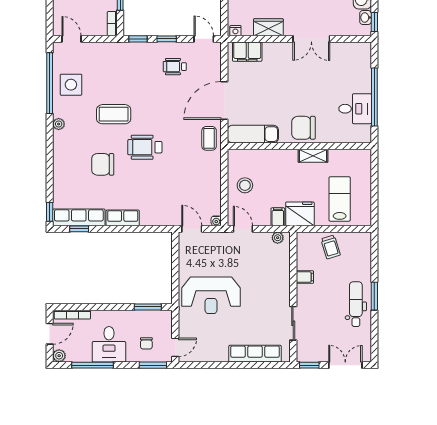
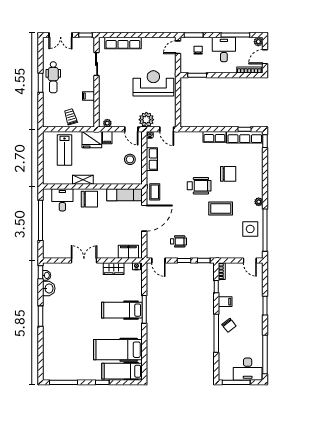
desk: (355, 109) -> (62, 200), moved, turned 90
row of seats: (213, 186) -> (152, 159), added
plant: (221, 243) -> (146, 120), added

